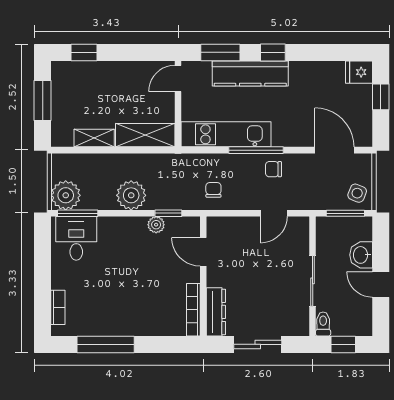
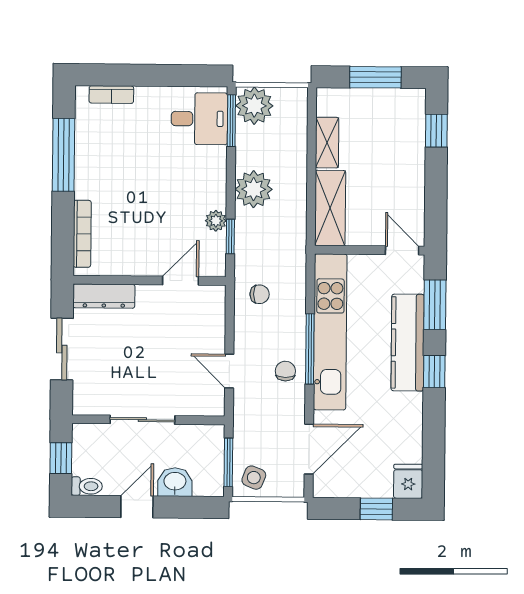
kitchen unit: (226, 134) -> (330, 332), width x1.36
bookcase: (193, 310) -> (82, 234), moved, turned 90
toilet: (323, 324) -> (87, 486), moved

